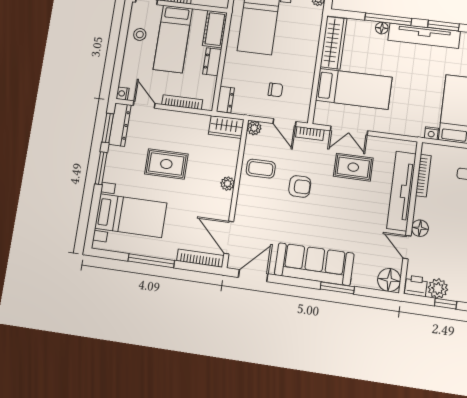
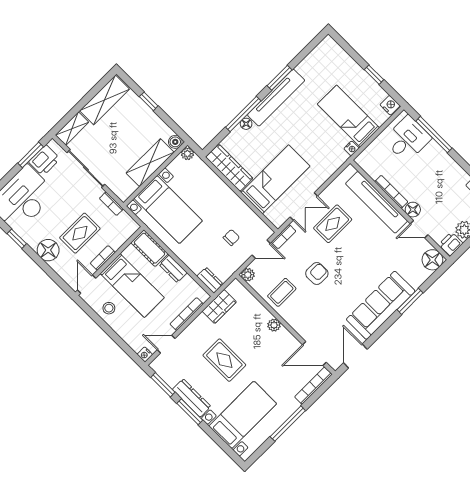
dresser: (120, 125) -> (192, 398), moved
wardrobe: (226, 127) -> (219, 307), moved
rug: (166, 164) -> (224, 360), turned 90
bookcase: (423, 176) -> (391, 192), moved

